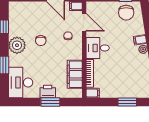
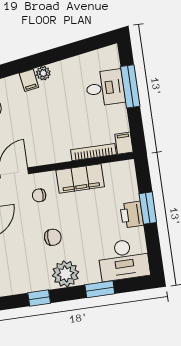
desk: (98, 48) -> (105, 88), moved, turned -90
filing cabinet: (75, 74) -> (80, 179), moved
window: (127, 102) -> (130, 86), width x1.44

